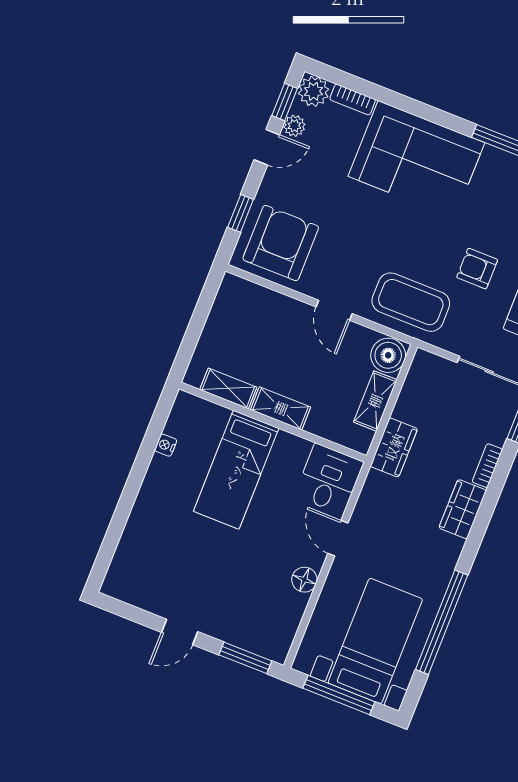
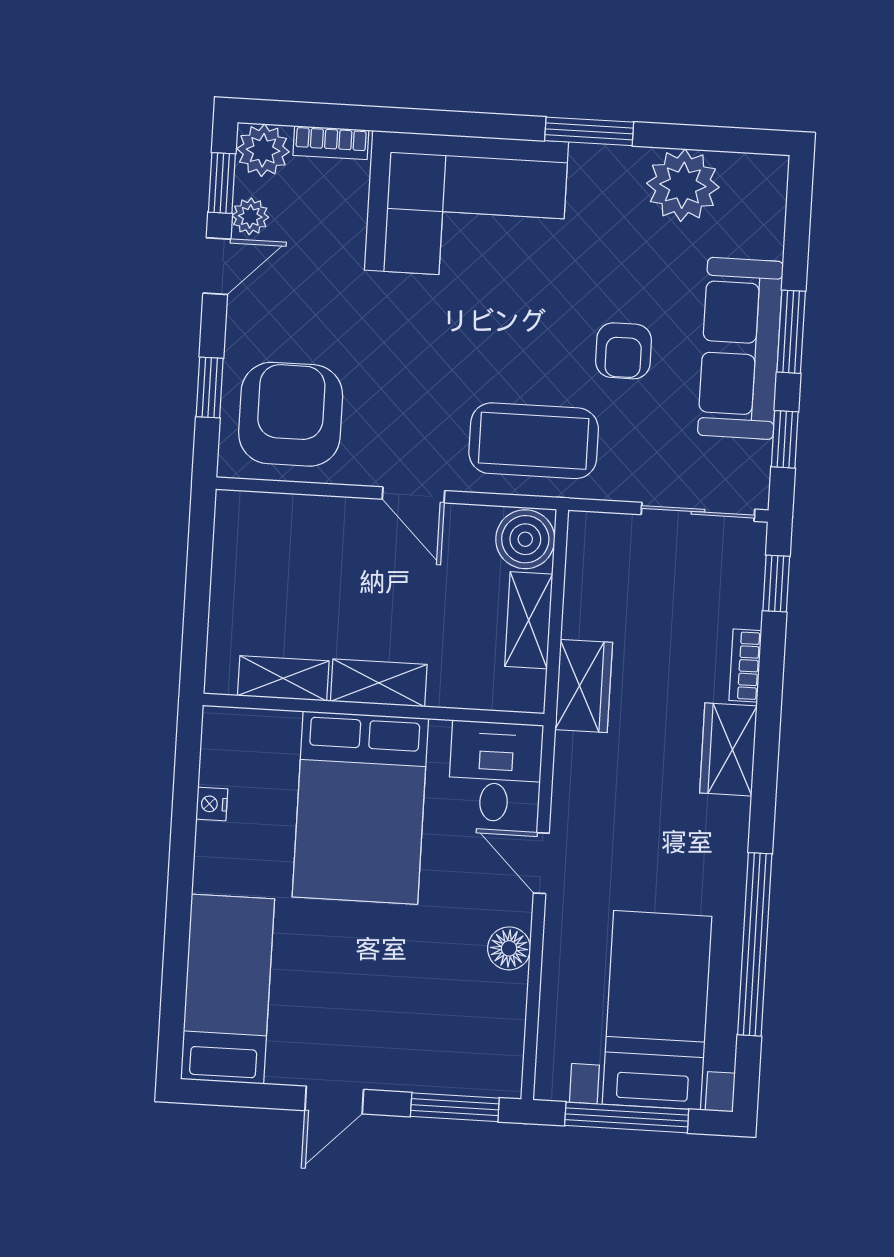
armchair: (477, 269) -> (623, 351), turned -90
bed: (236, 470) -> (360, 808), width x1.50
bed: (141, 551) -> (227, 989), added

